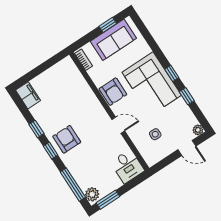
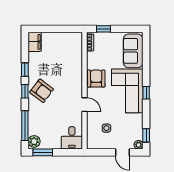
window: (108, 25) -> (104, 29), moved
sofa: (113, 40) -> (133, 51), moved, turned 90
armchair: (113, 92) -> (96, 79), turned 180
window: (187, 96) -> (146, 135), moved
armchair: (67, 139) -> (42, 91), turned 127

